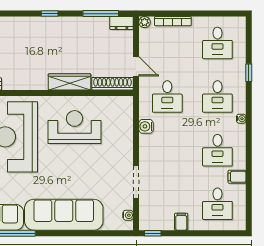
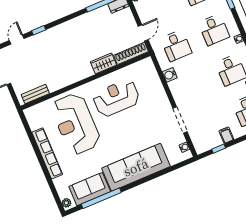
window: (50, 14) -> (39, 30), moved
door: (136, 66) -> (143, 33), hinge flipped
wardrobe: (70, 82) -> (103, 63), width x0.67
window: (153, 233) -> (219, 149), moved

